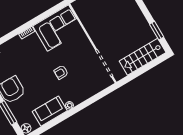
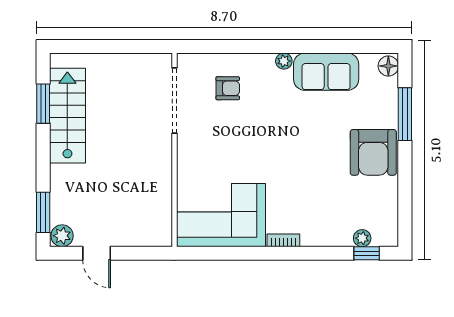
stairs: (143, 57) -> (67, 116), moved, turned -90
armchair: (61, 72) -> (228, 88), moved

